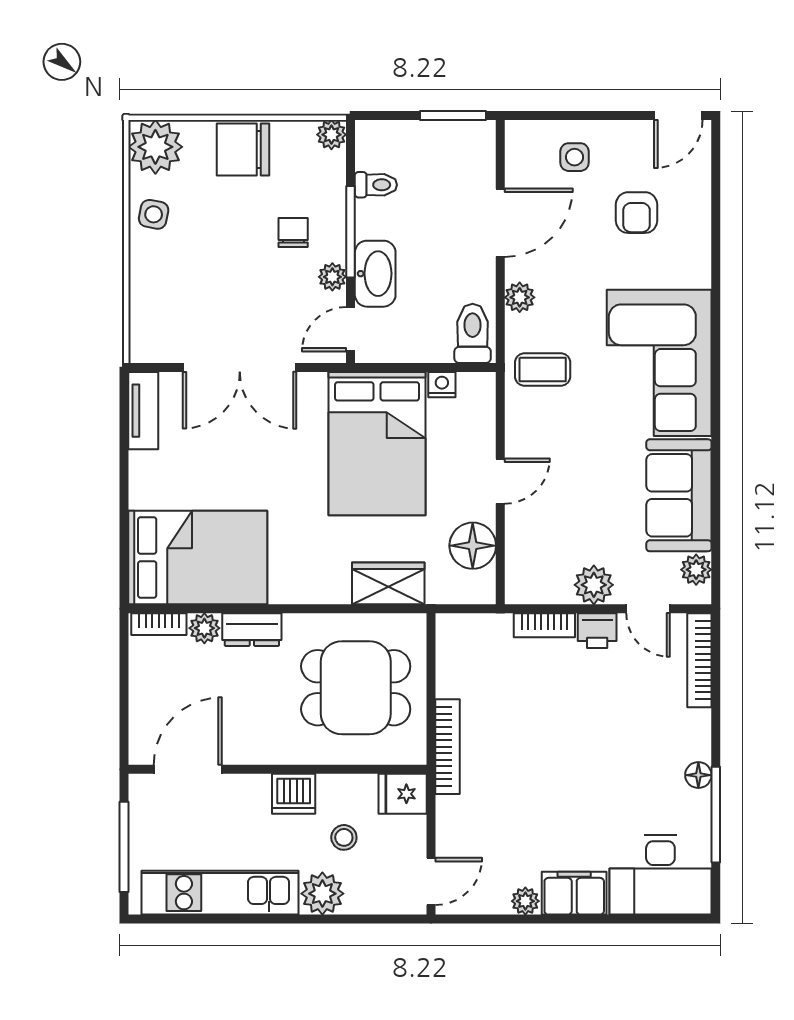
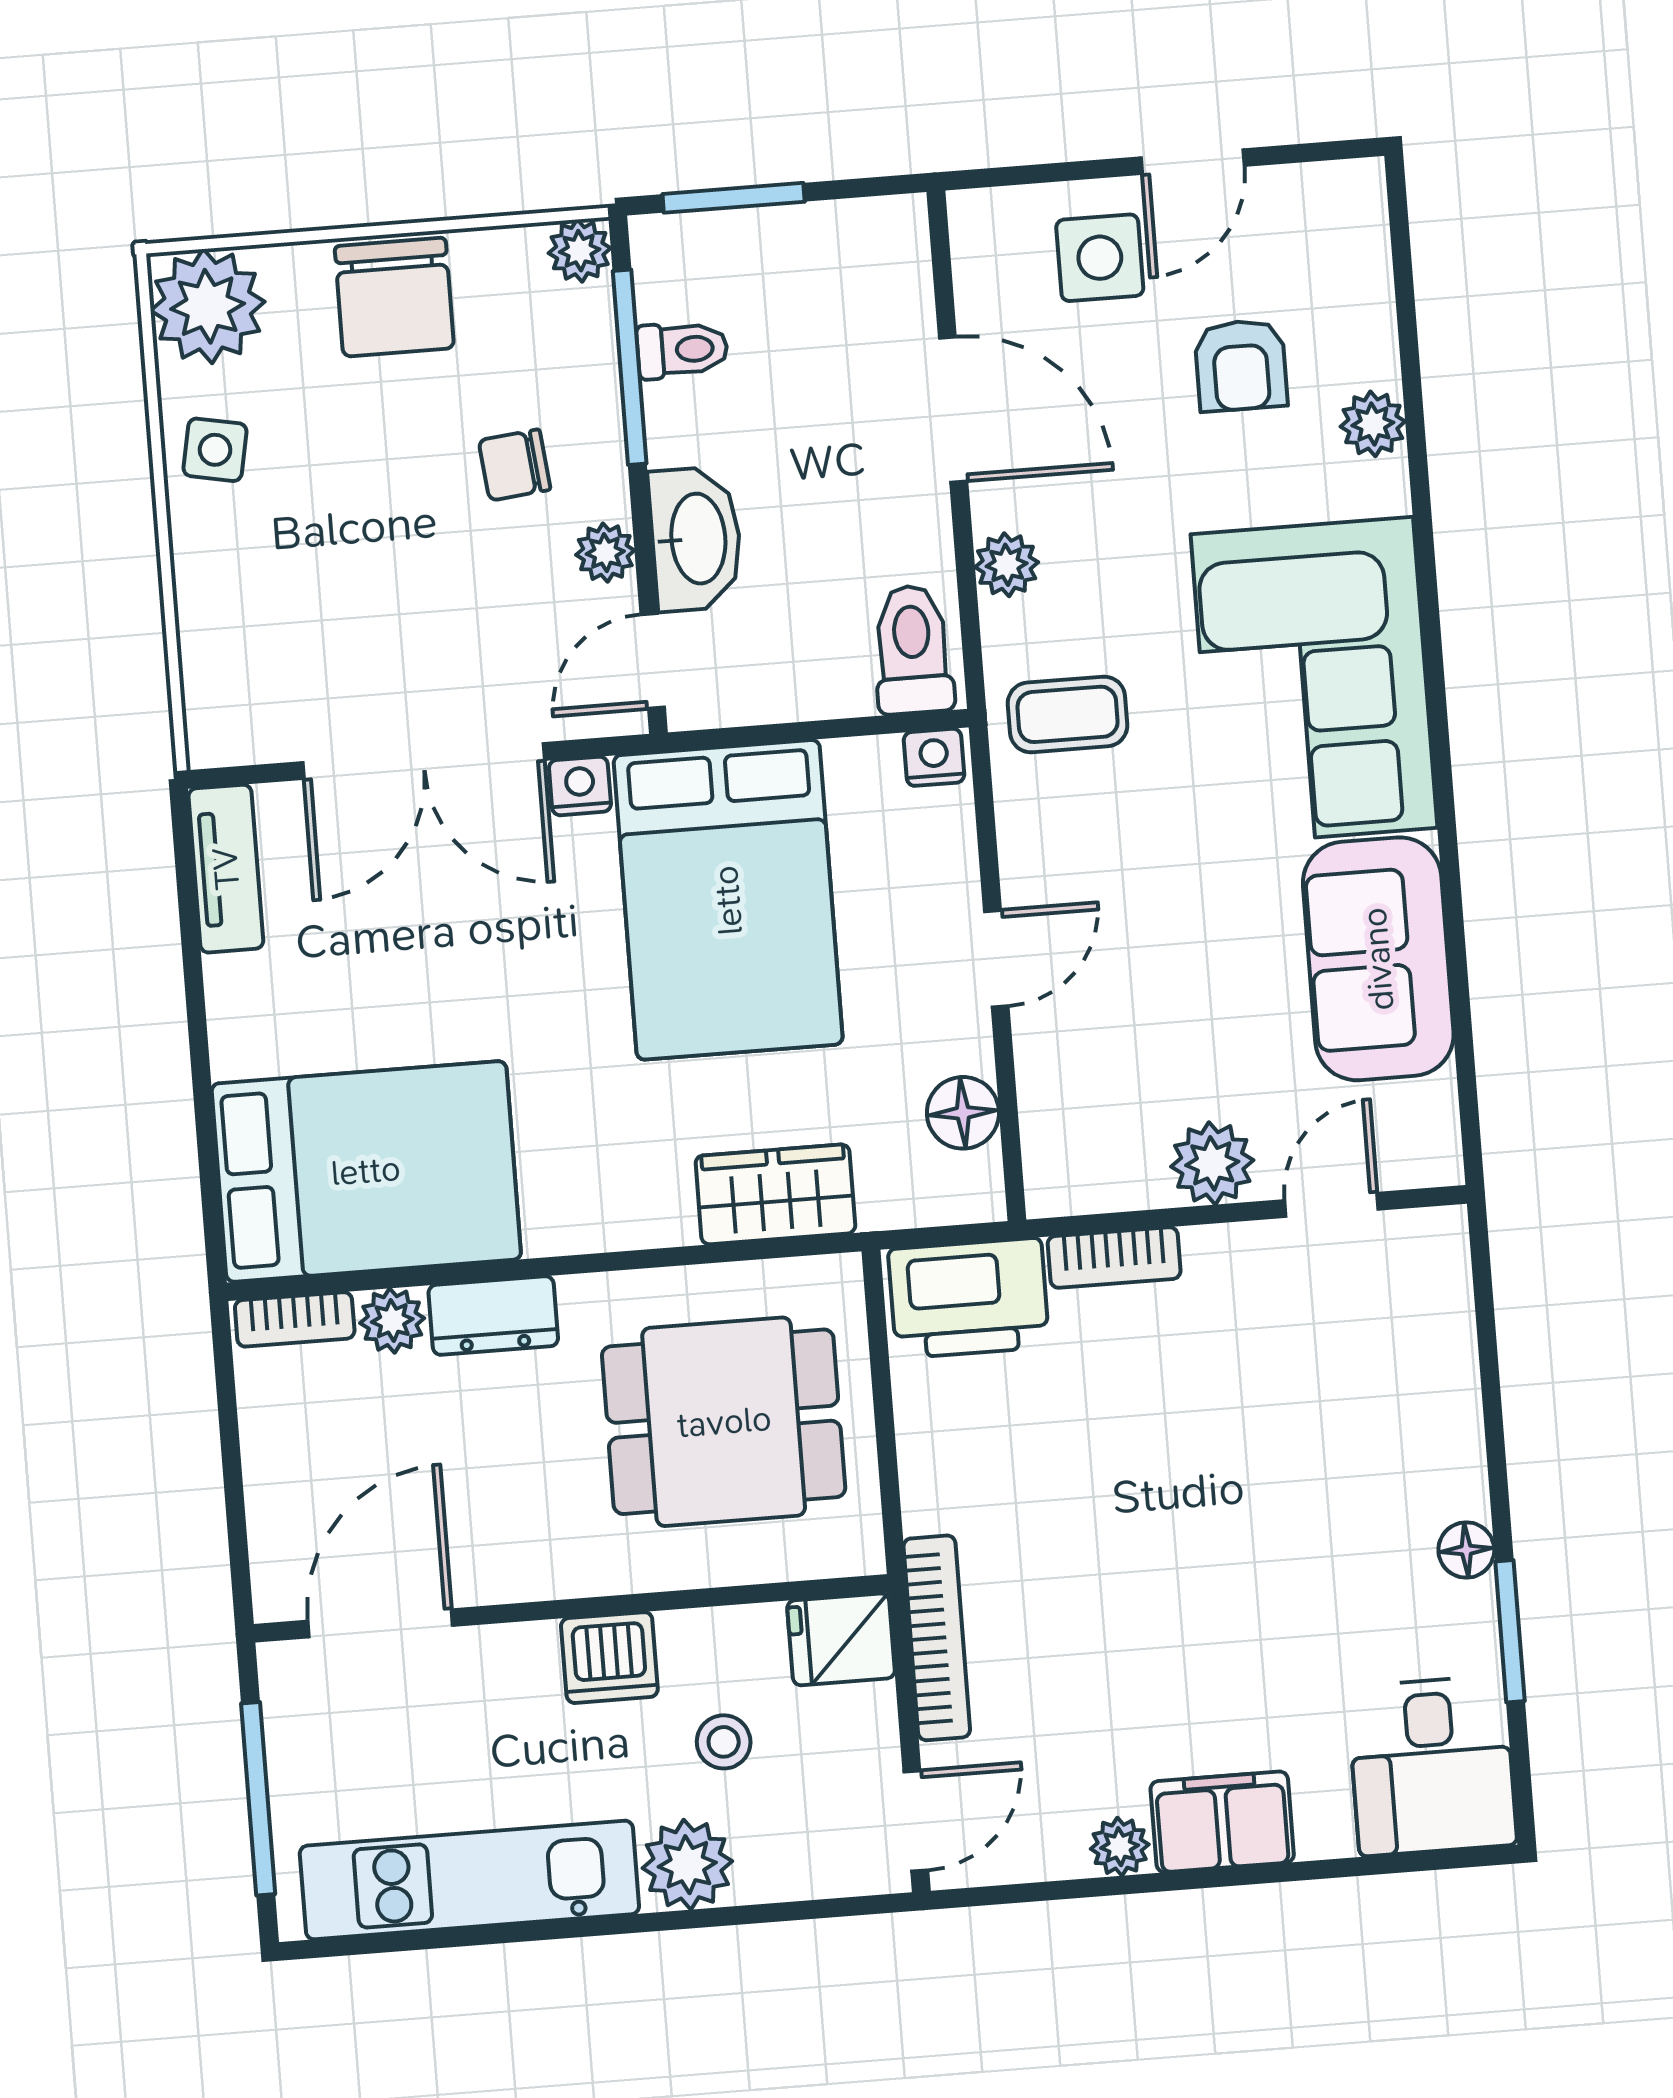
window: (453, 116) -> (734, 198), moved
door: (678, 116) -> (1193, 162), moved
chair: (243, 150) -> (394, 297), turned -90
side table: (575, 157) -> (1100, 258), width x1.37, depth x1.37
door: (500, 223) -> (953, 410), hinge flipped
chair: (293, 232) -> (515, 465), turned -96
window: (351, 232) -> (630, 367), moved
nightstand: (312, 385) -> (580, 786), added
nightstand: (442, 385) -> (934, 757), moved
floor lamp: (473, 546) -> (963, 1113), width x0.73, depth x0.73
plant: (696, 570) -> (1373, 424), moved
door: (648, 609) -> (1331, 1205), swing flipped
printer: (597, 631) -> (969, 1298), moved, width x1.87, depth x1.48
bookcase: (699, 660) -> (1449, 1306), removed
bookcase: (447, 747) -> (937, 1638), moved
window: (716, 815) -> (1510, 1631), width x0.69
desk: (660, 875) -> (1432, 1766), width x0.73

